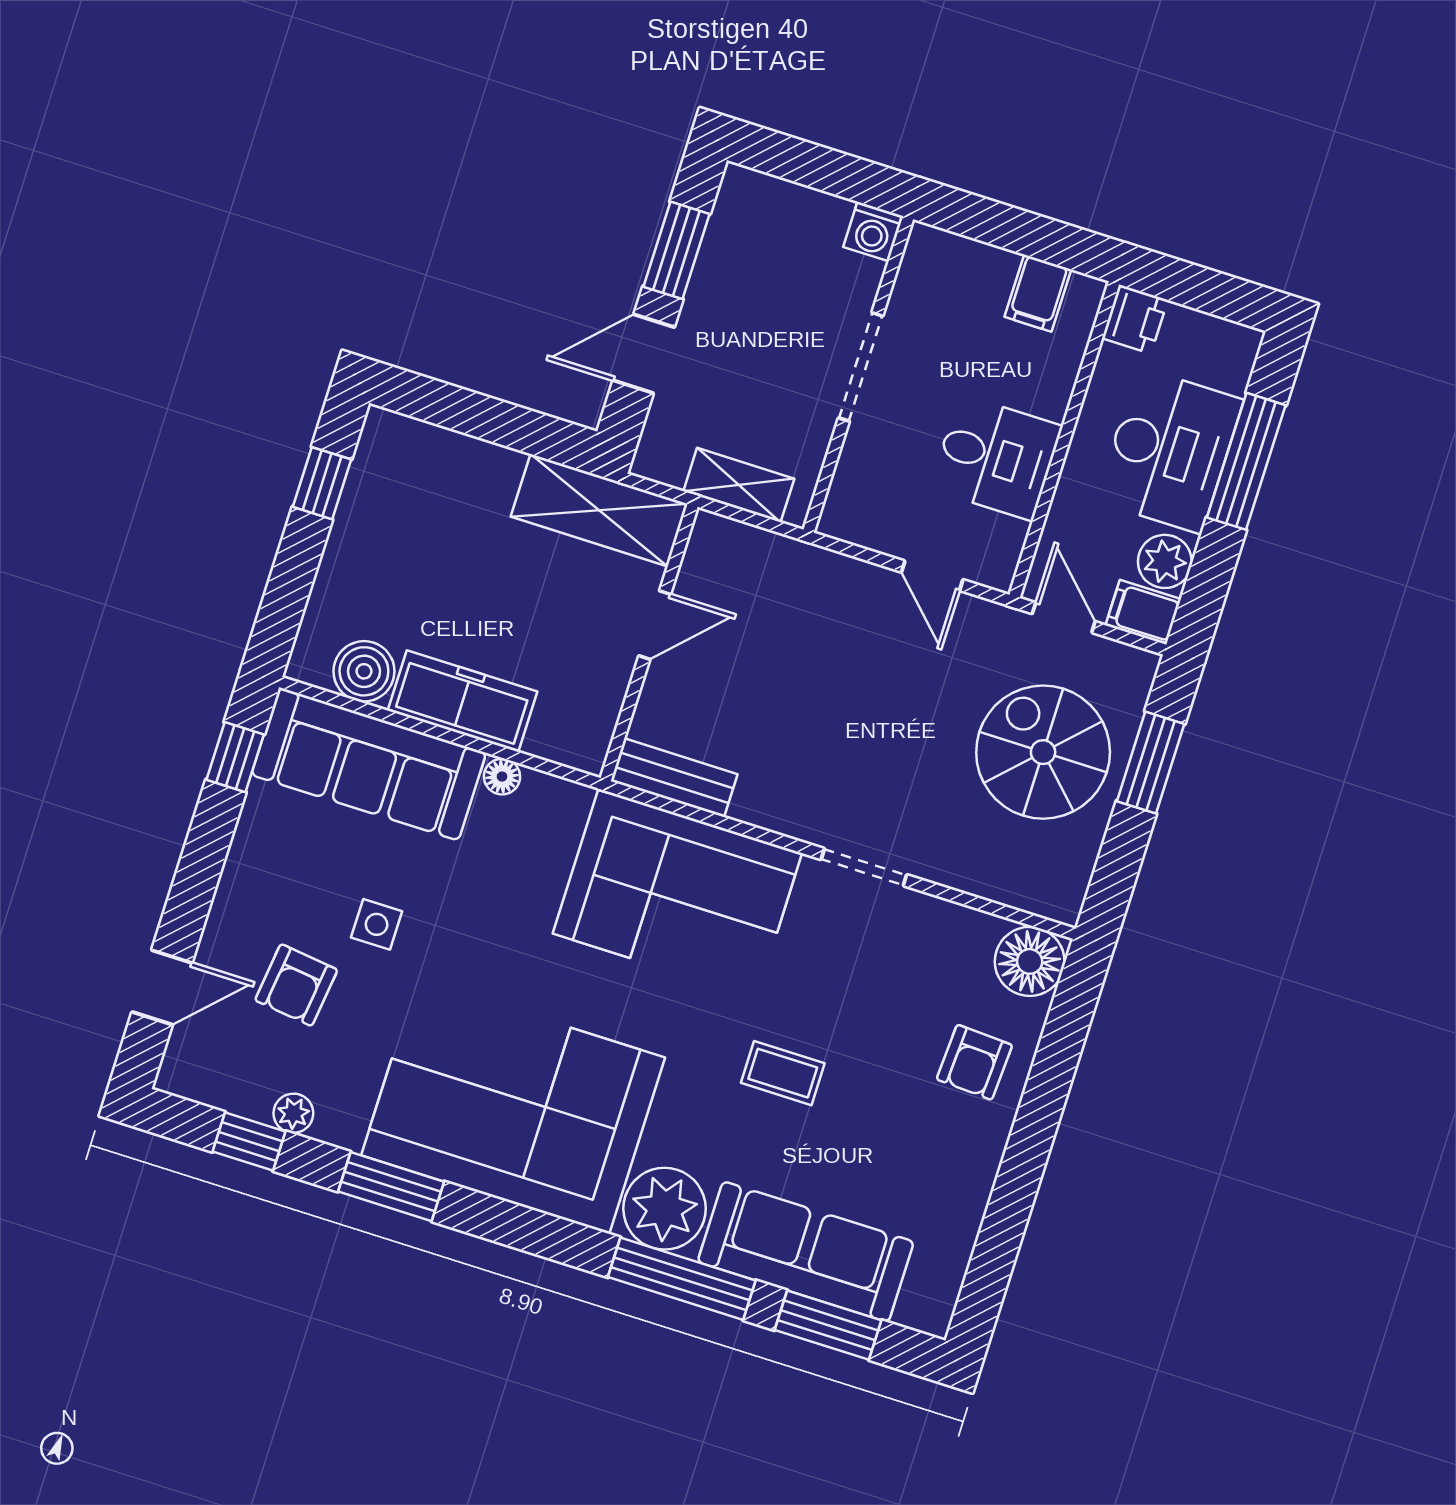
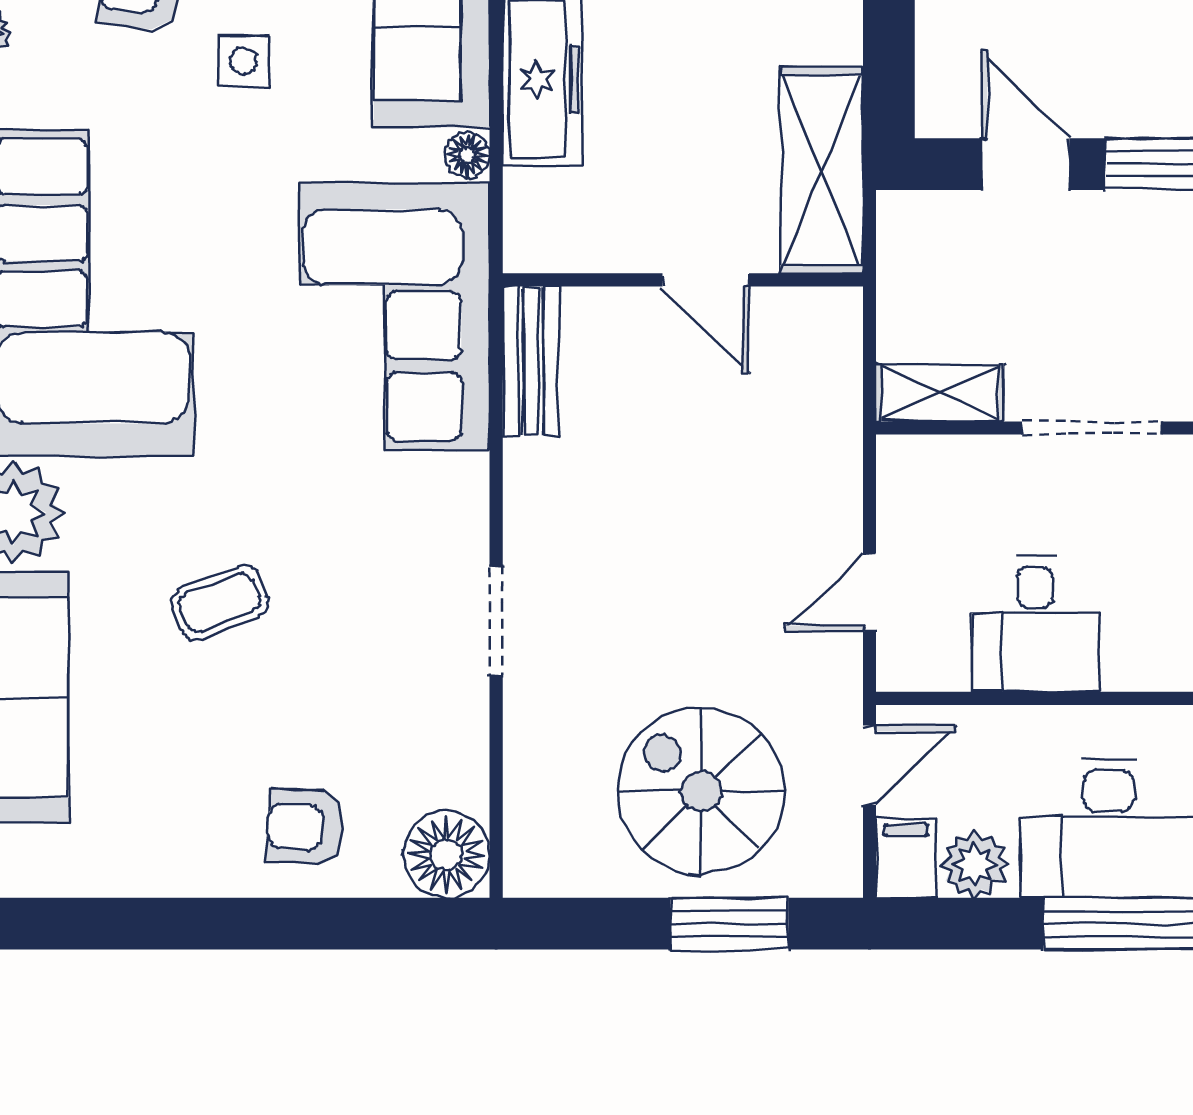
shelving: (739, 485) -> (940, 393), moved, turned 90
spiral stairs: (1043, 752) -> (701, 791), turned -90
corner sofa: (677, 893) -> (394, 316), moved
coffee table: (783, 1073) -> (220, 602), turned 69

